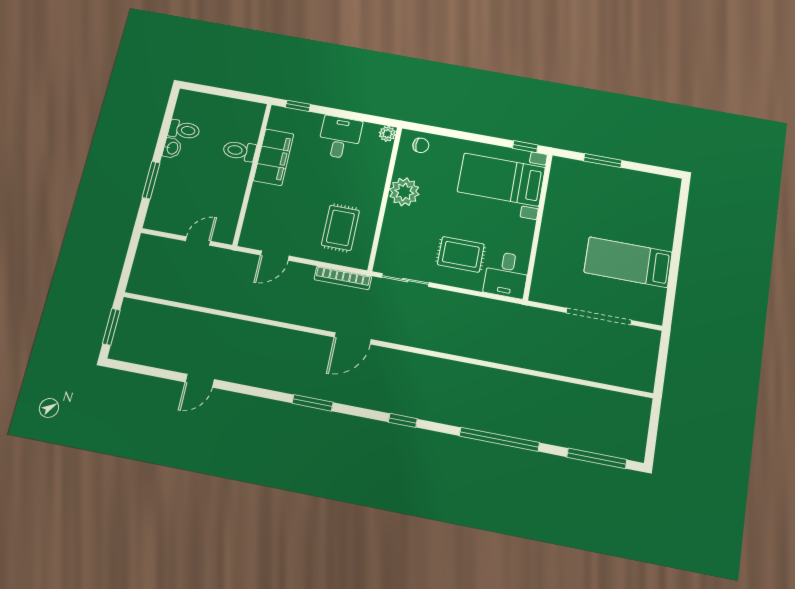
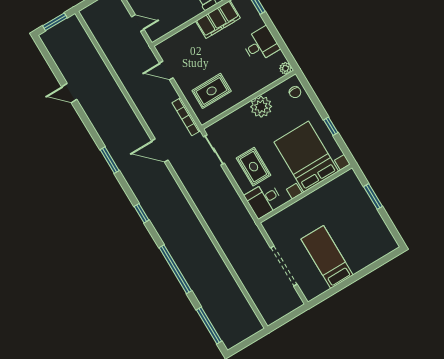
window: (525, 147) -> (331, 126), moved
bed with nightstands: (501, 180) -> (306, 157), width x1.36

